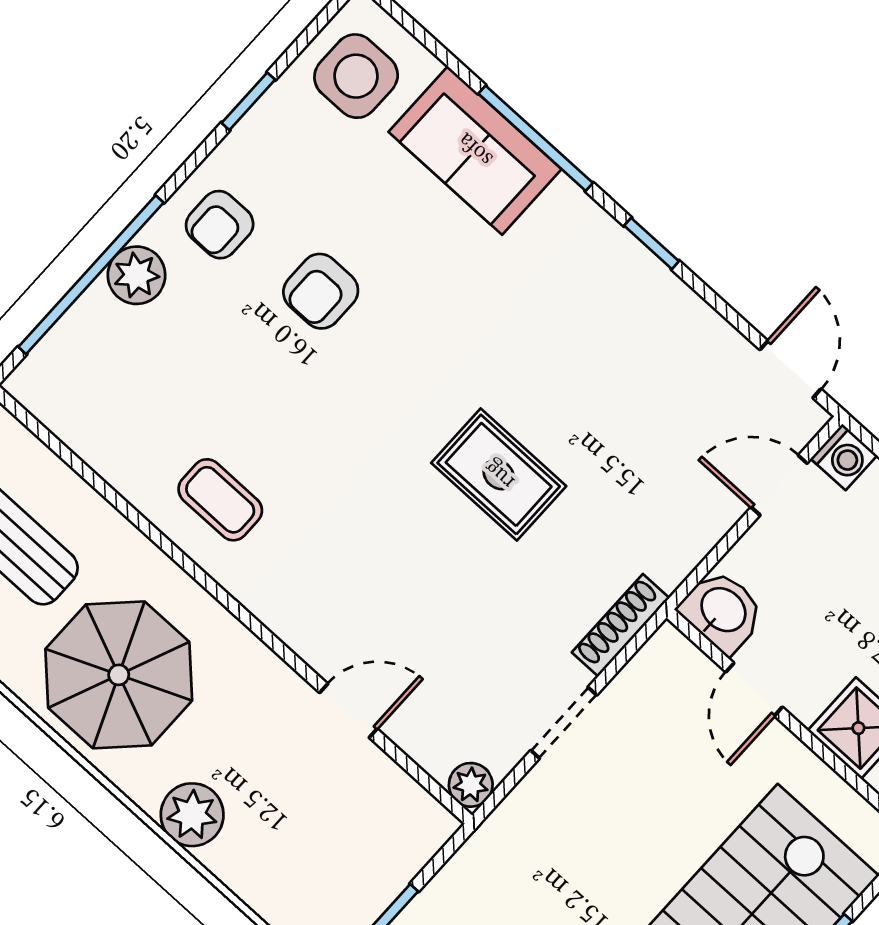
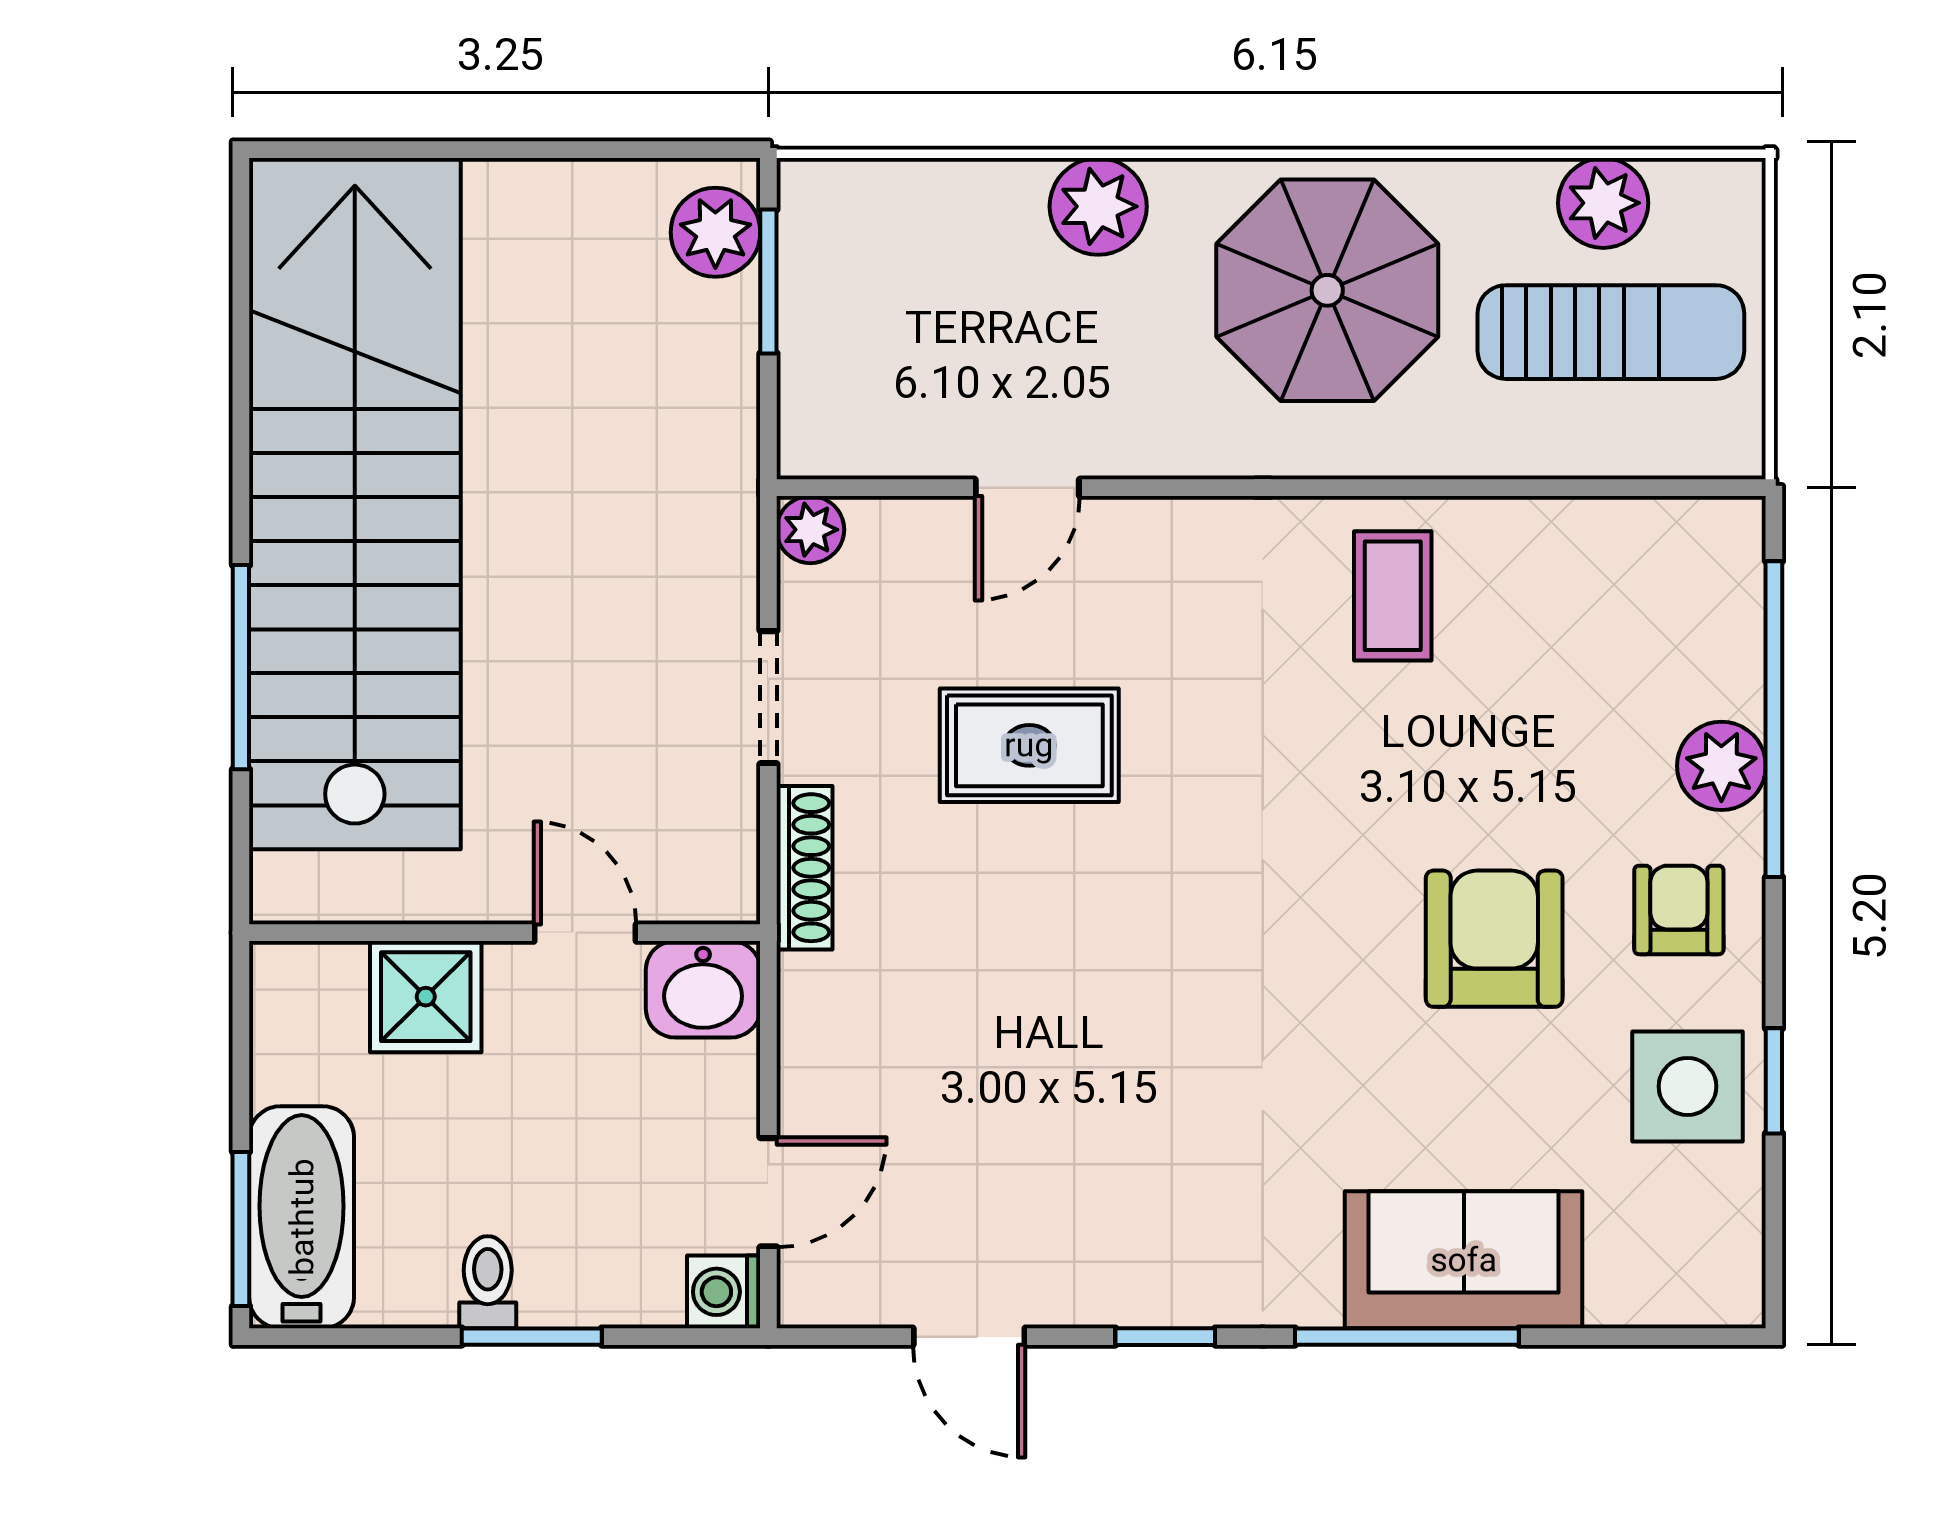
side table: (356, 76) -> (1688, 1086), moved
armchair: (321, 291) -> (1494, 939), width x1.38, depth x1.38
door: (790, 369) -> (969, 1337), moved
rug: (499, 475) -> (1029, 745), moved
coffee table: (220, 500) -> (1393, 596), turned 90

